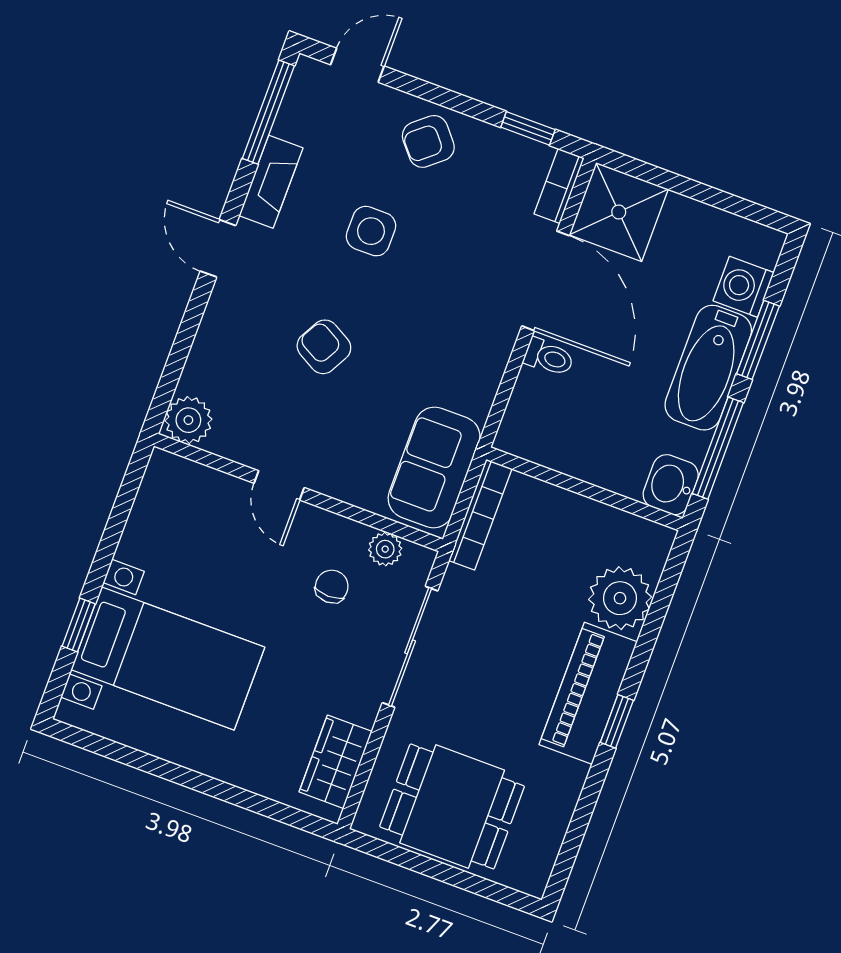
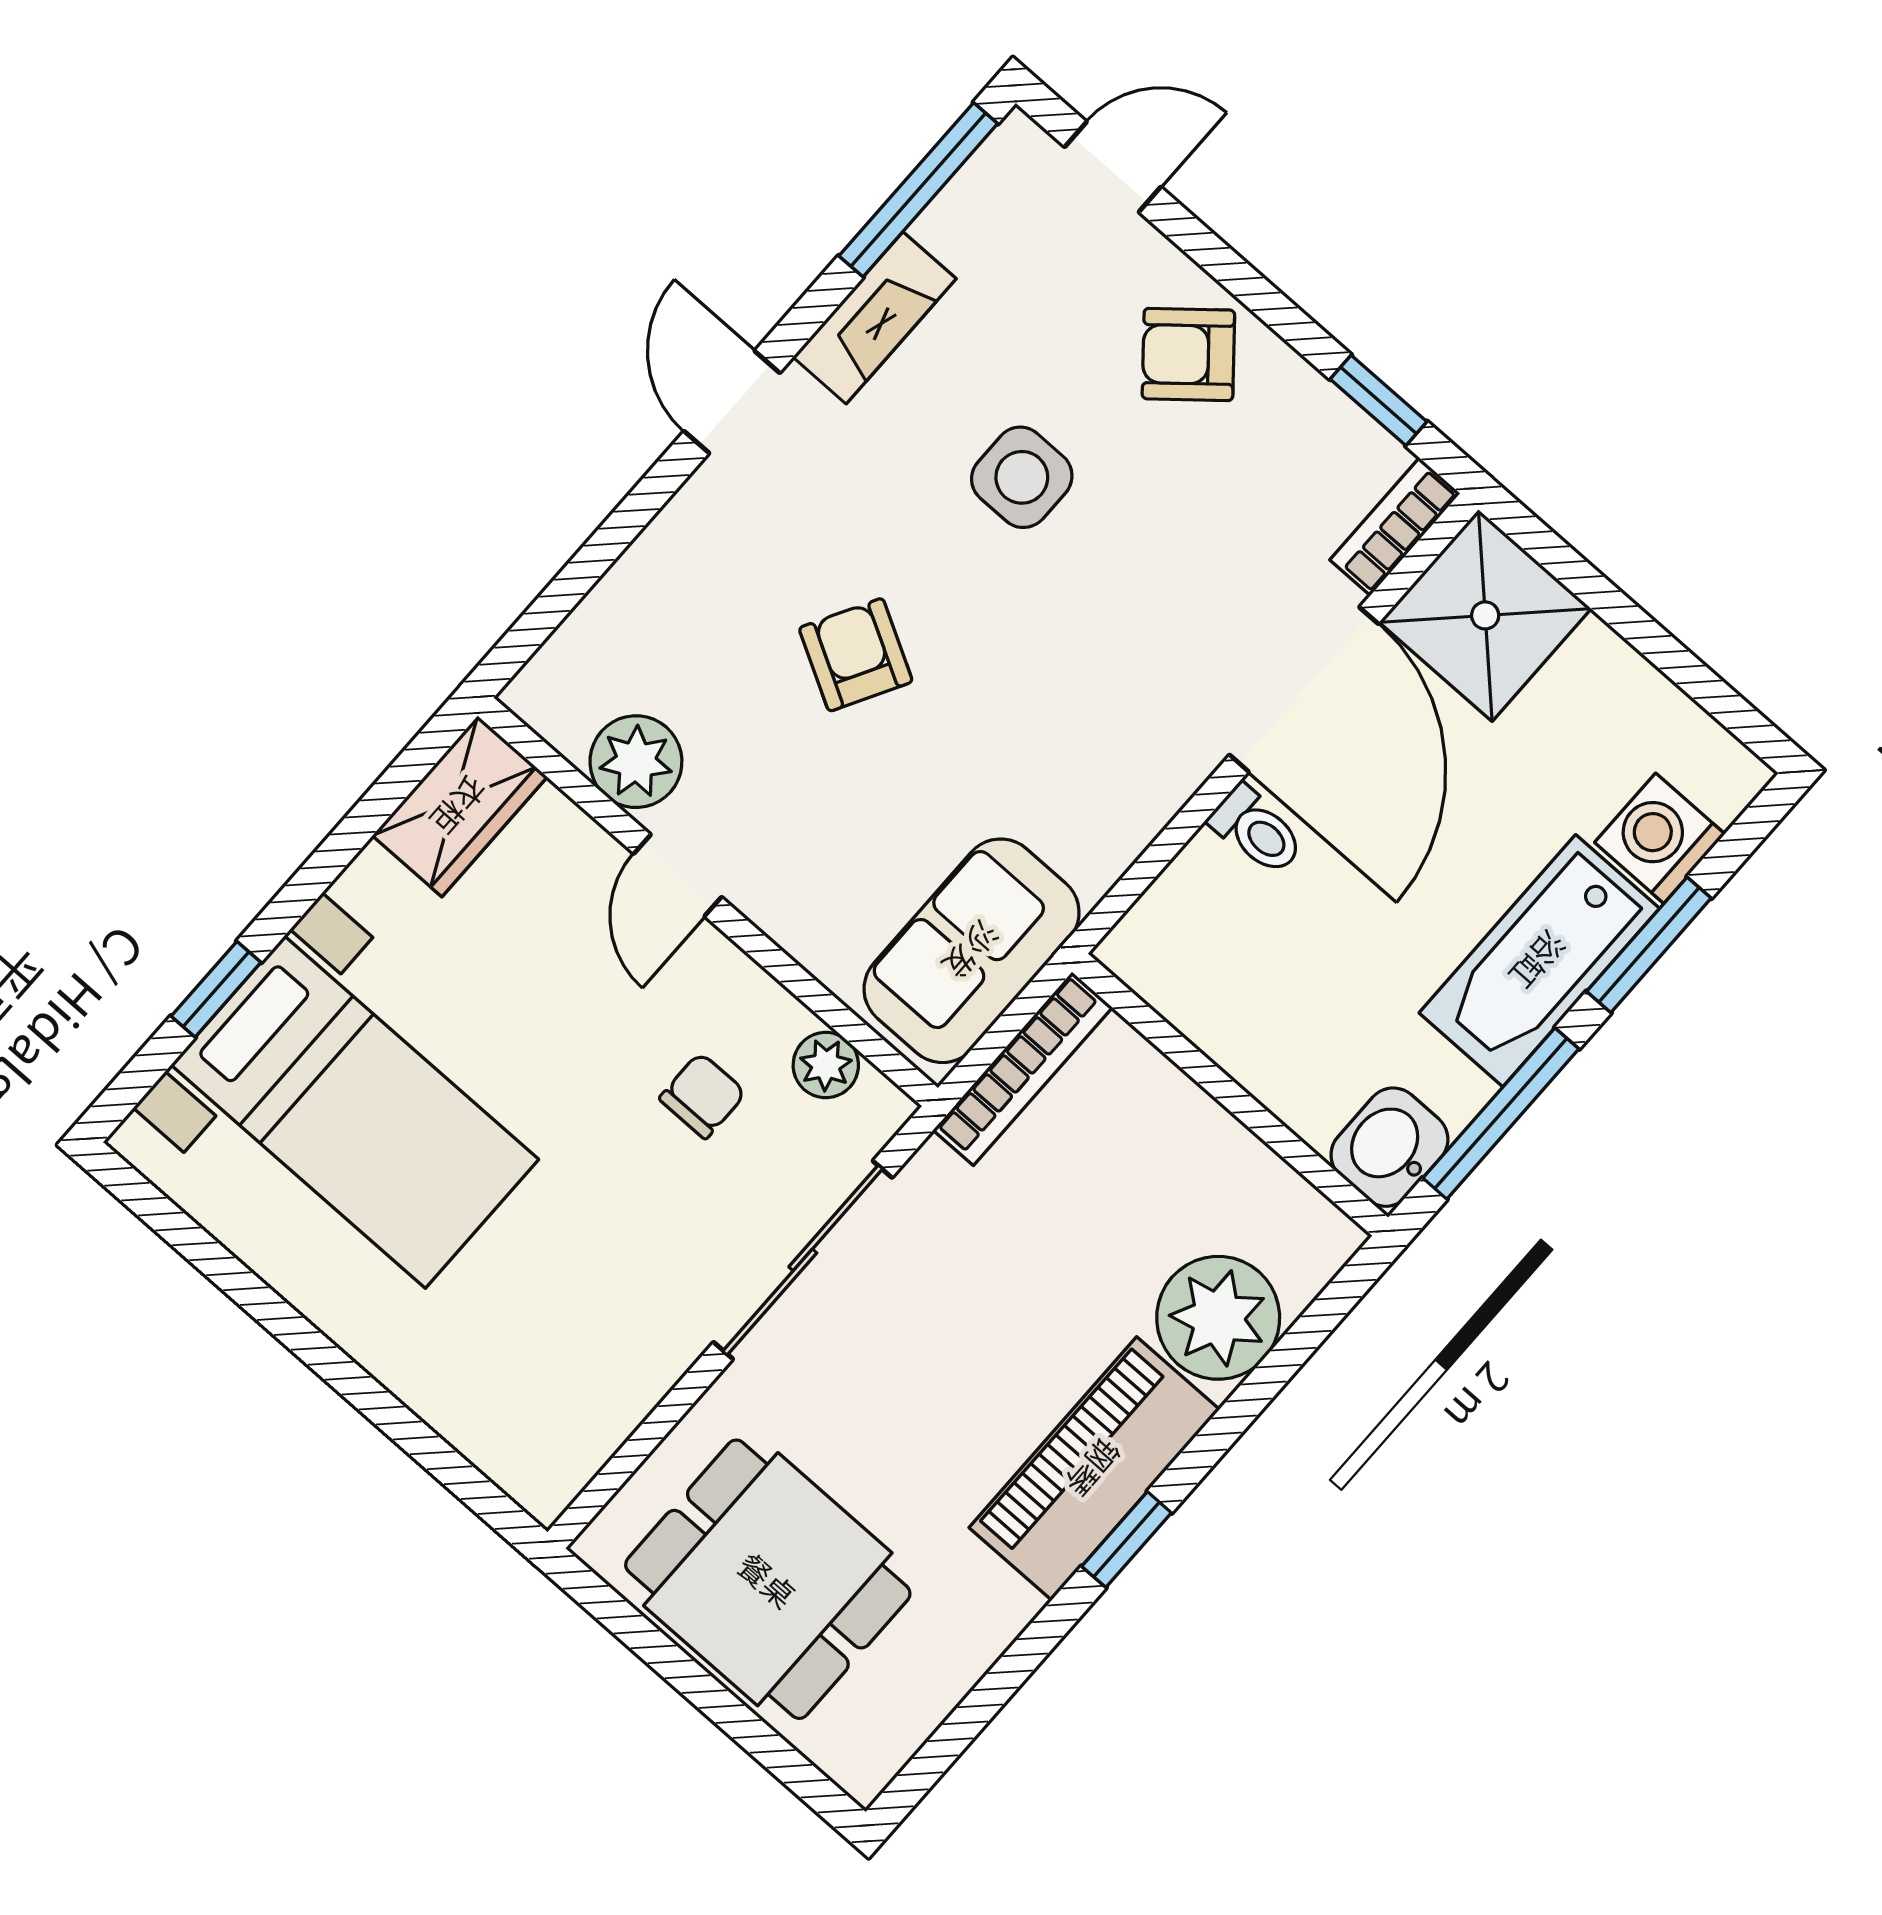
plant: (188, 420) -> (636, 762), moved
wardrobe: (336, 762) -> (460, 806), moved, turned 180

